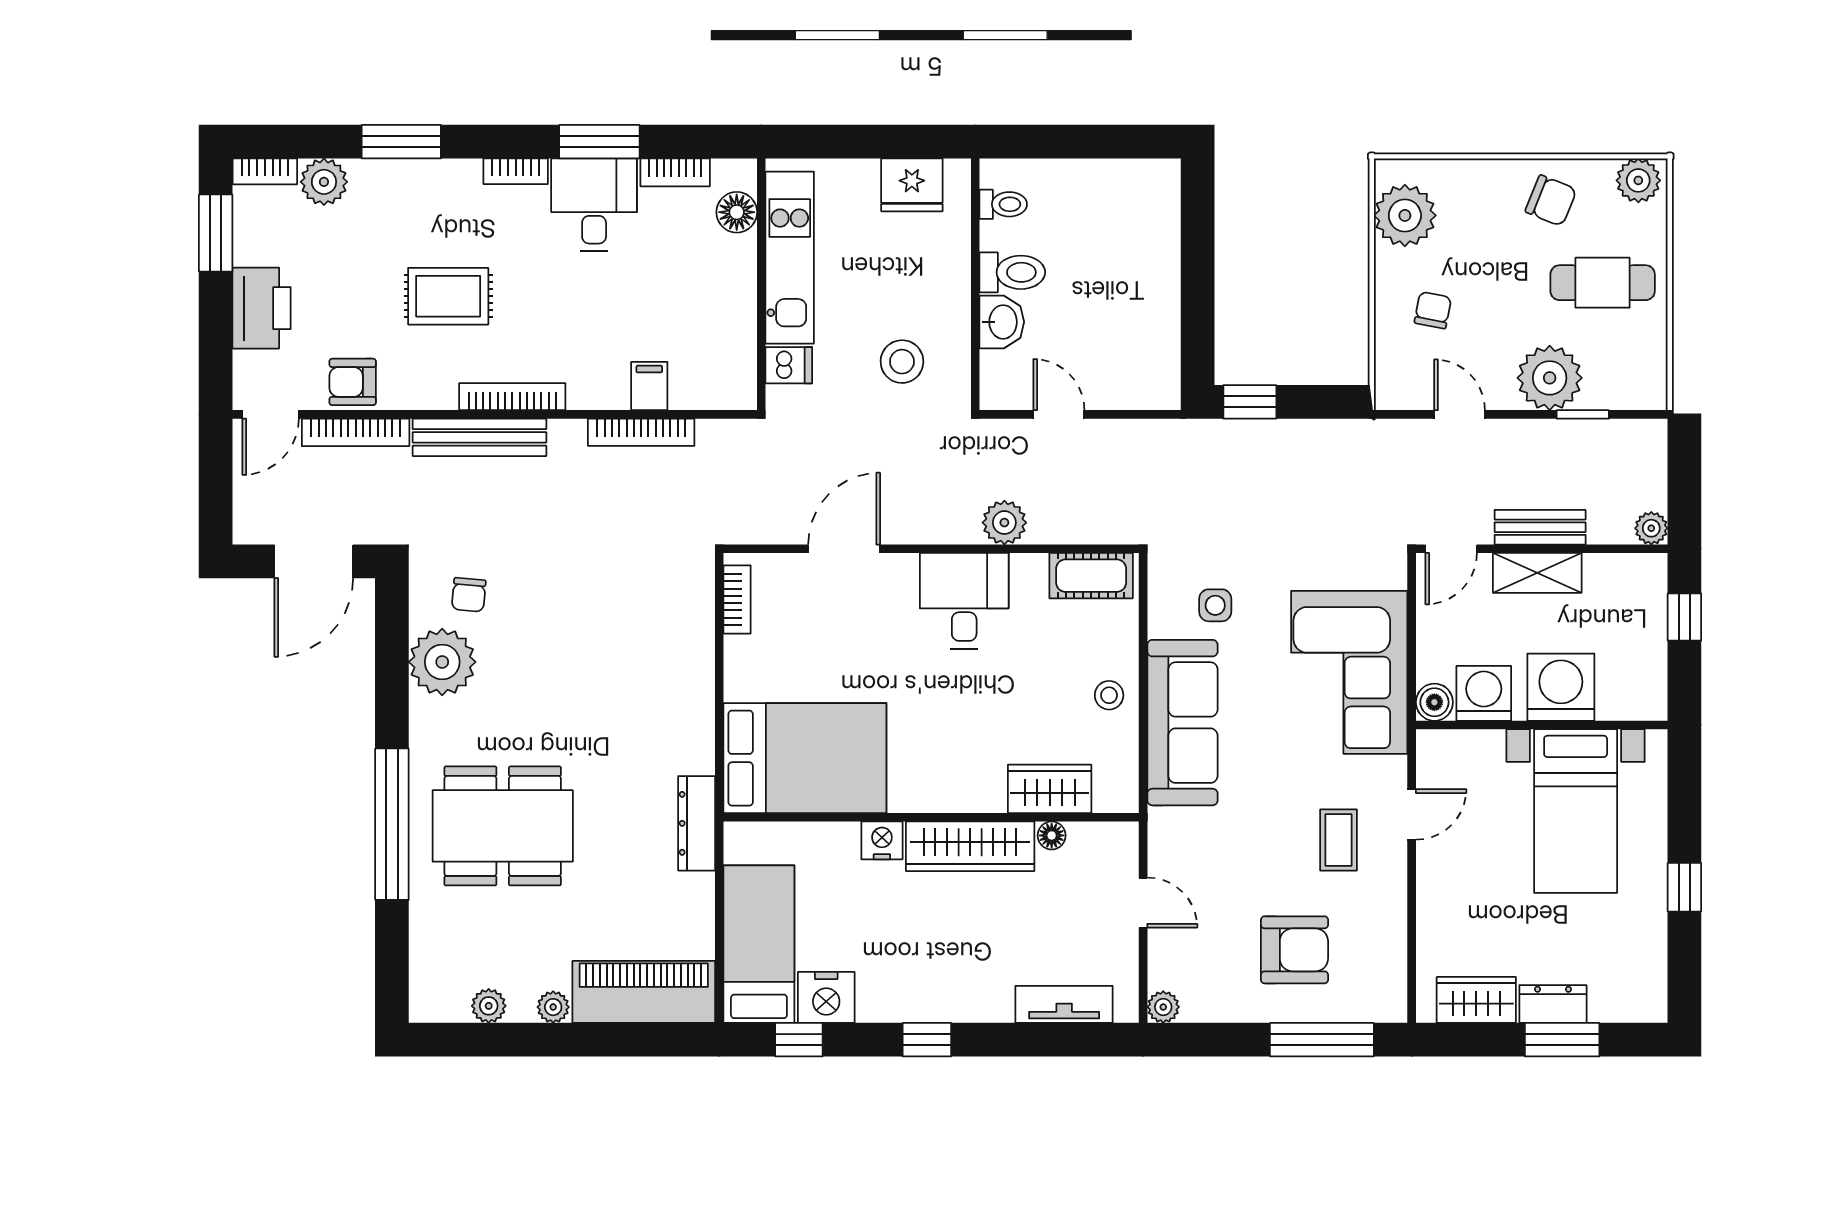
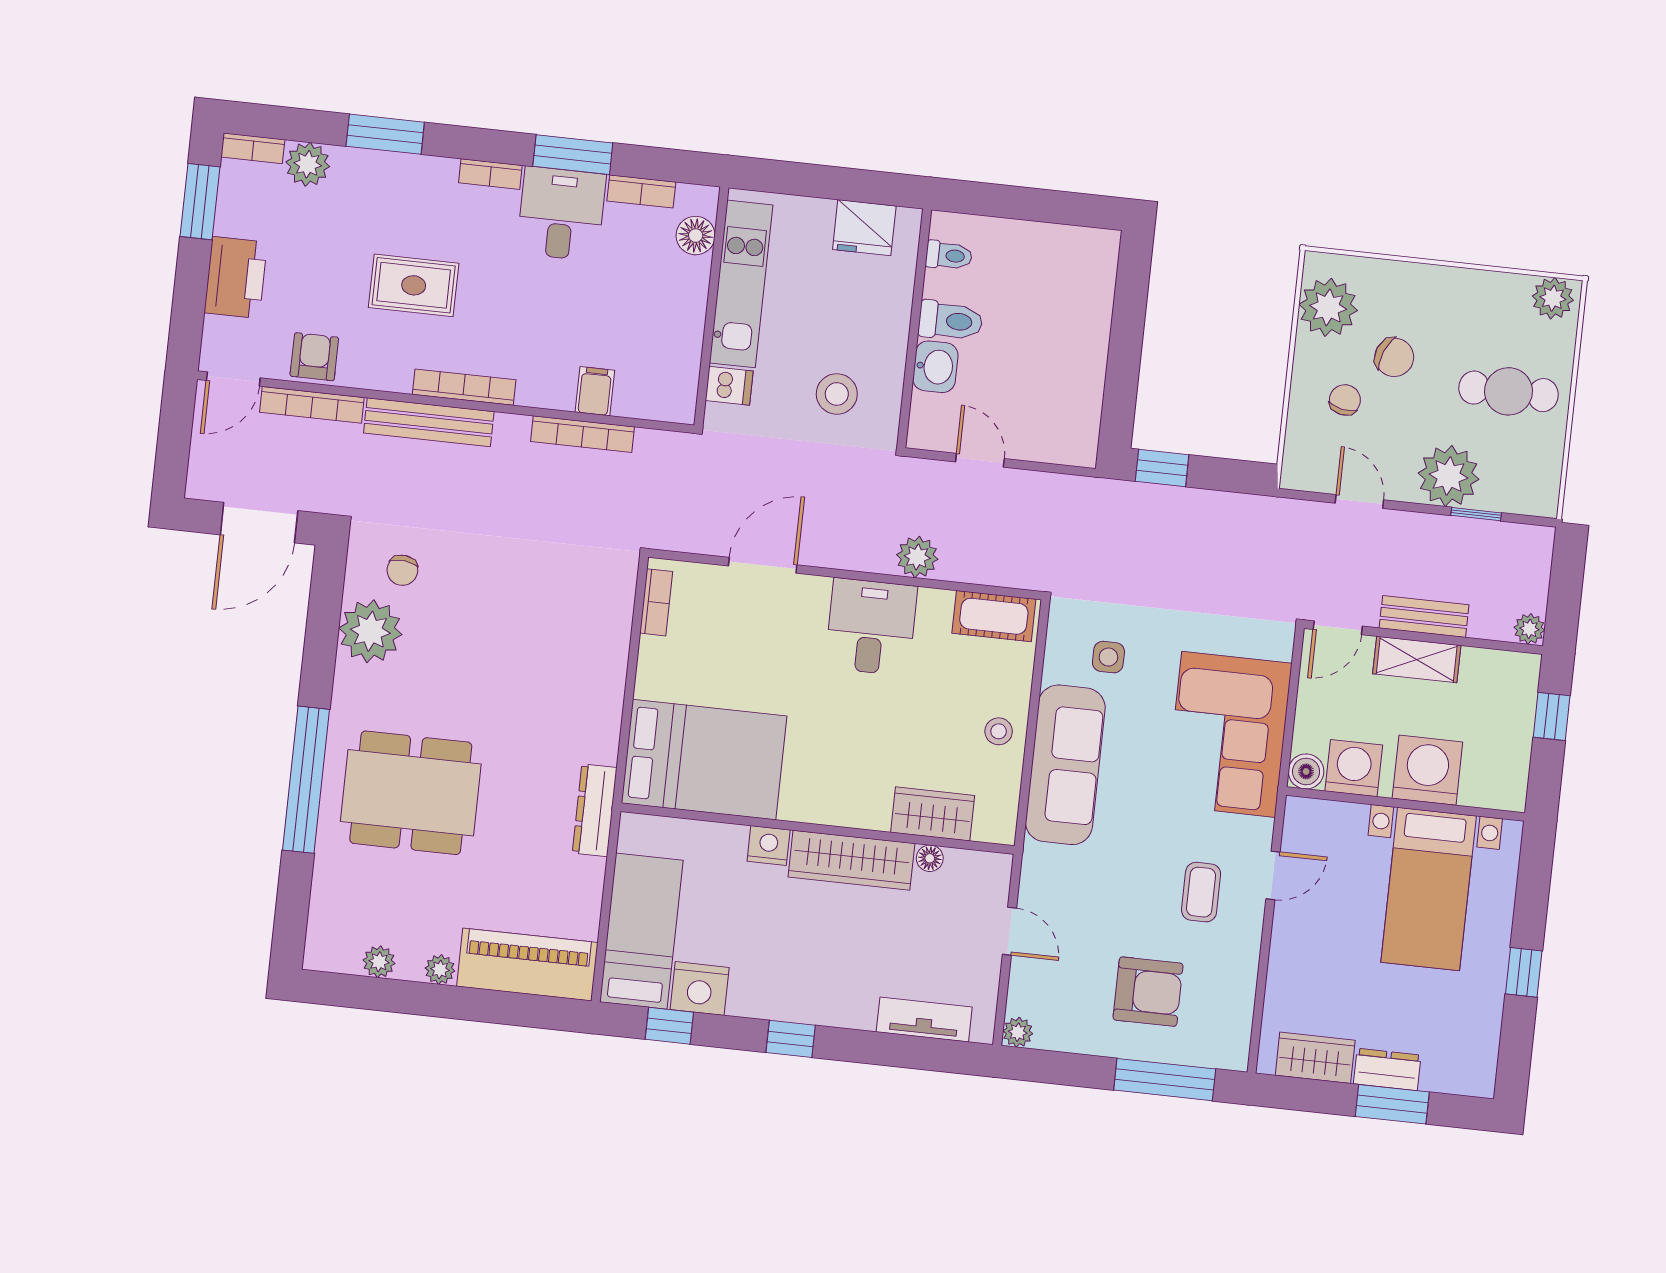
chair: (1551, 201) -> (1394, 357), moved
armchair: (353, 382) -> (314, 357), turned 90

